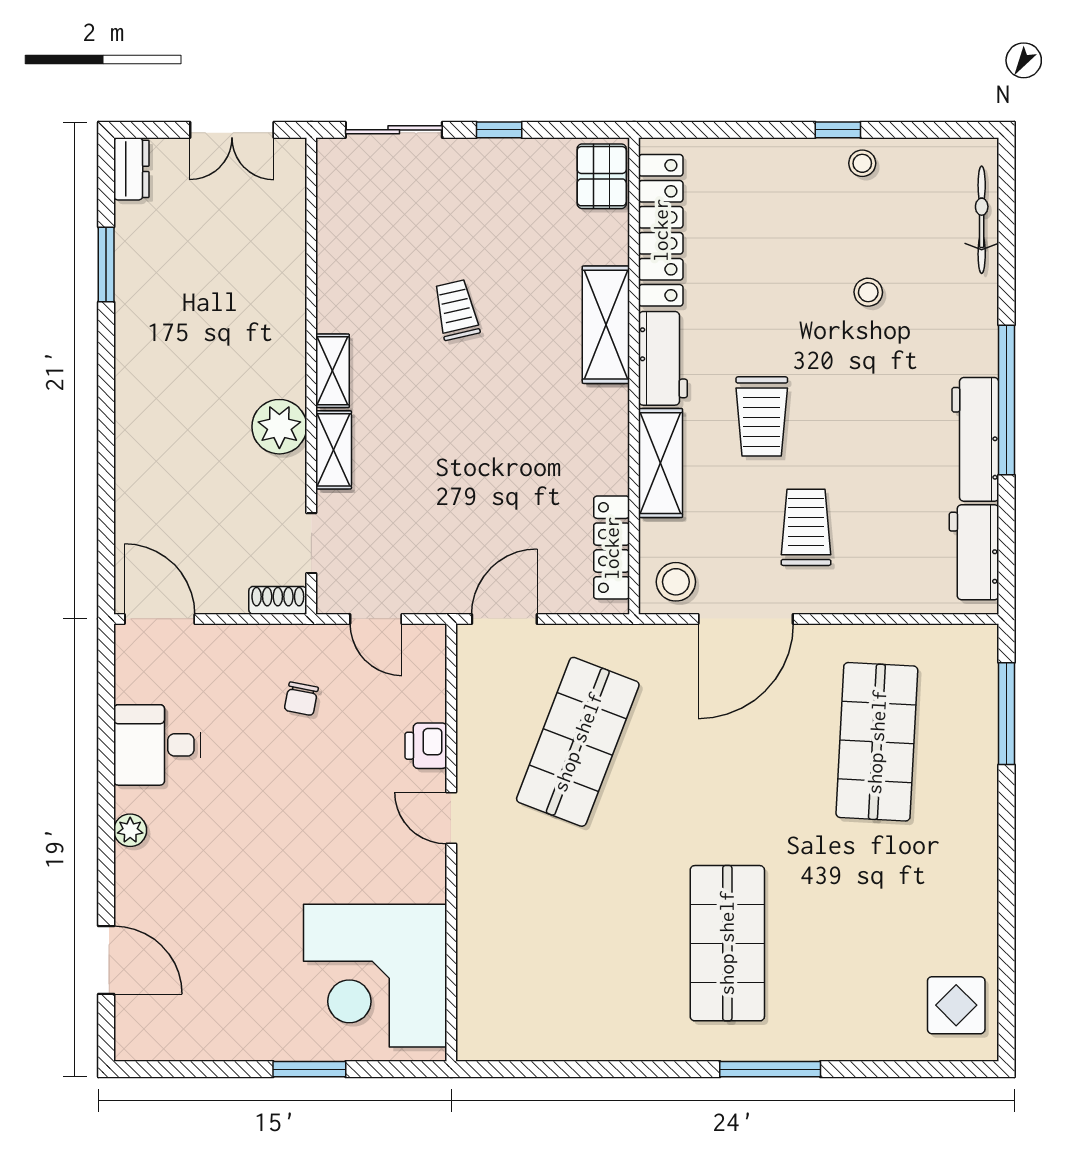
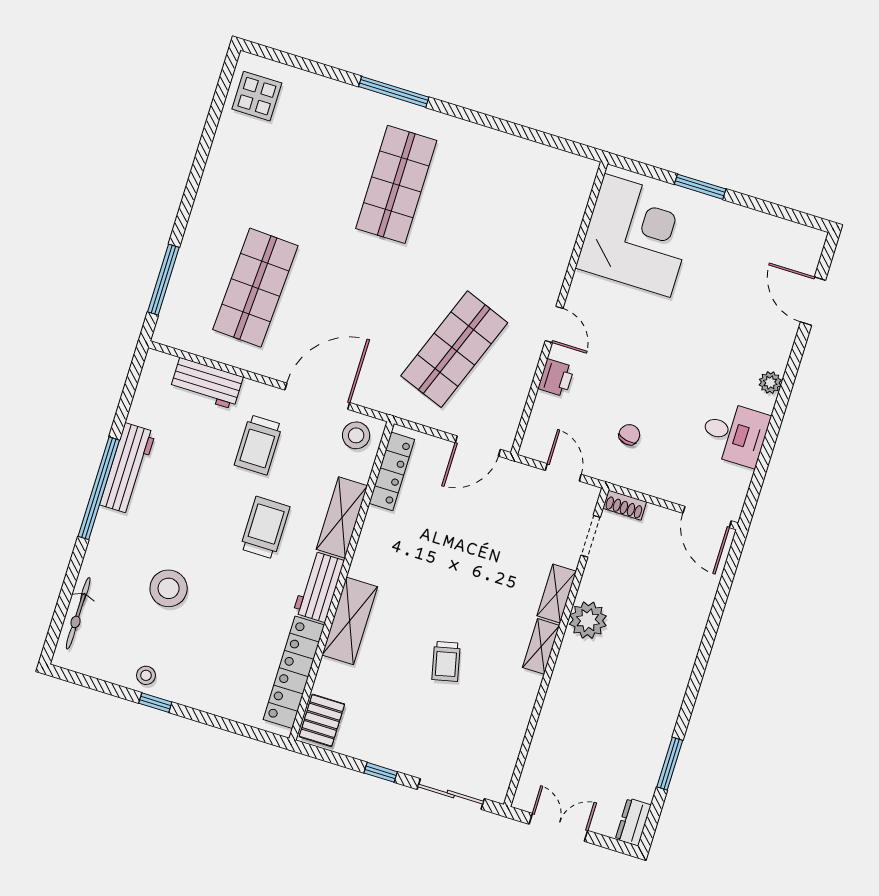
stool: (868, 292) -> (169, 588), width x1.89, depth x1.89
workbench: (974, 552) -> (207, 383), moved, turned 90

